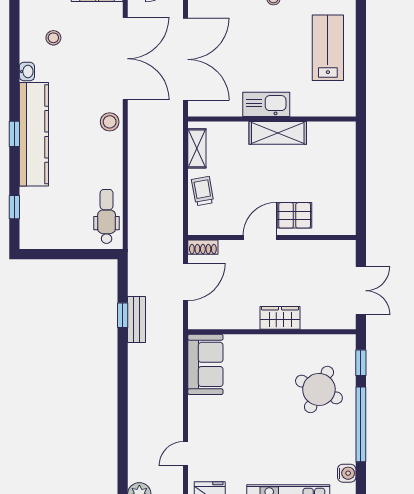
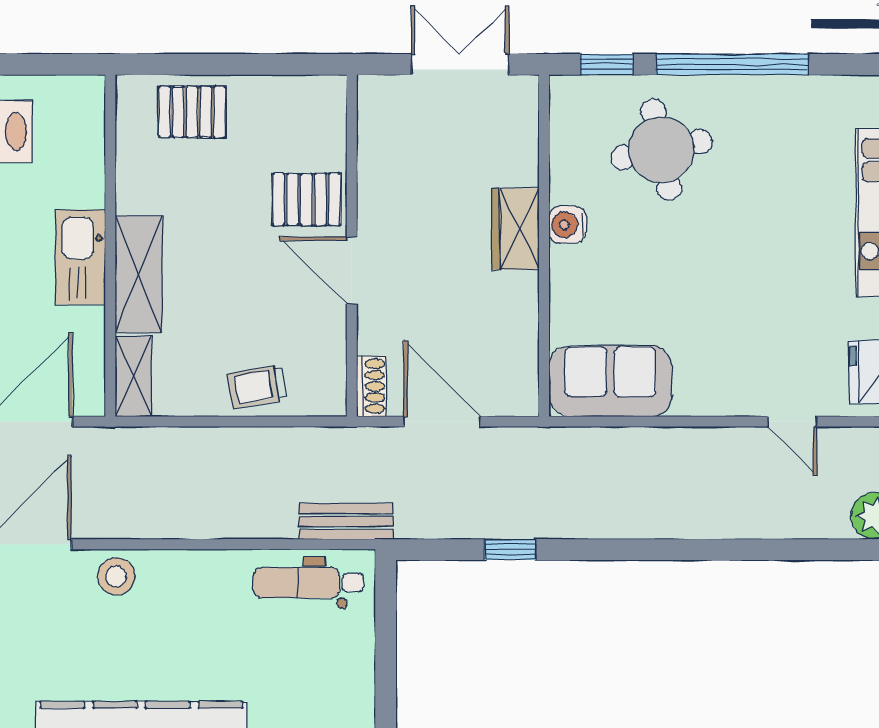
shelving: (278, 133) -> (139, 274), moved
shelving: (197, 148) -> (133, 376), moved, turned 90
pallet: (338, 159) -> (192, 112), added
pallet: (295, 215) -> (307, 199), turned 90
bench: (137, 319) -> (346, 521), moved
round table: (319, 389) -> (661, 150), turned -38
water cooler: (347, 473) -> (568, 225), moved, turned -90

